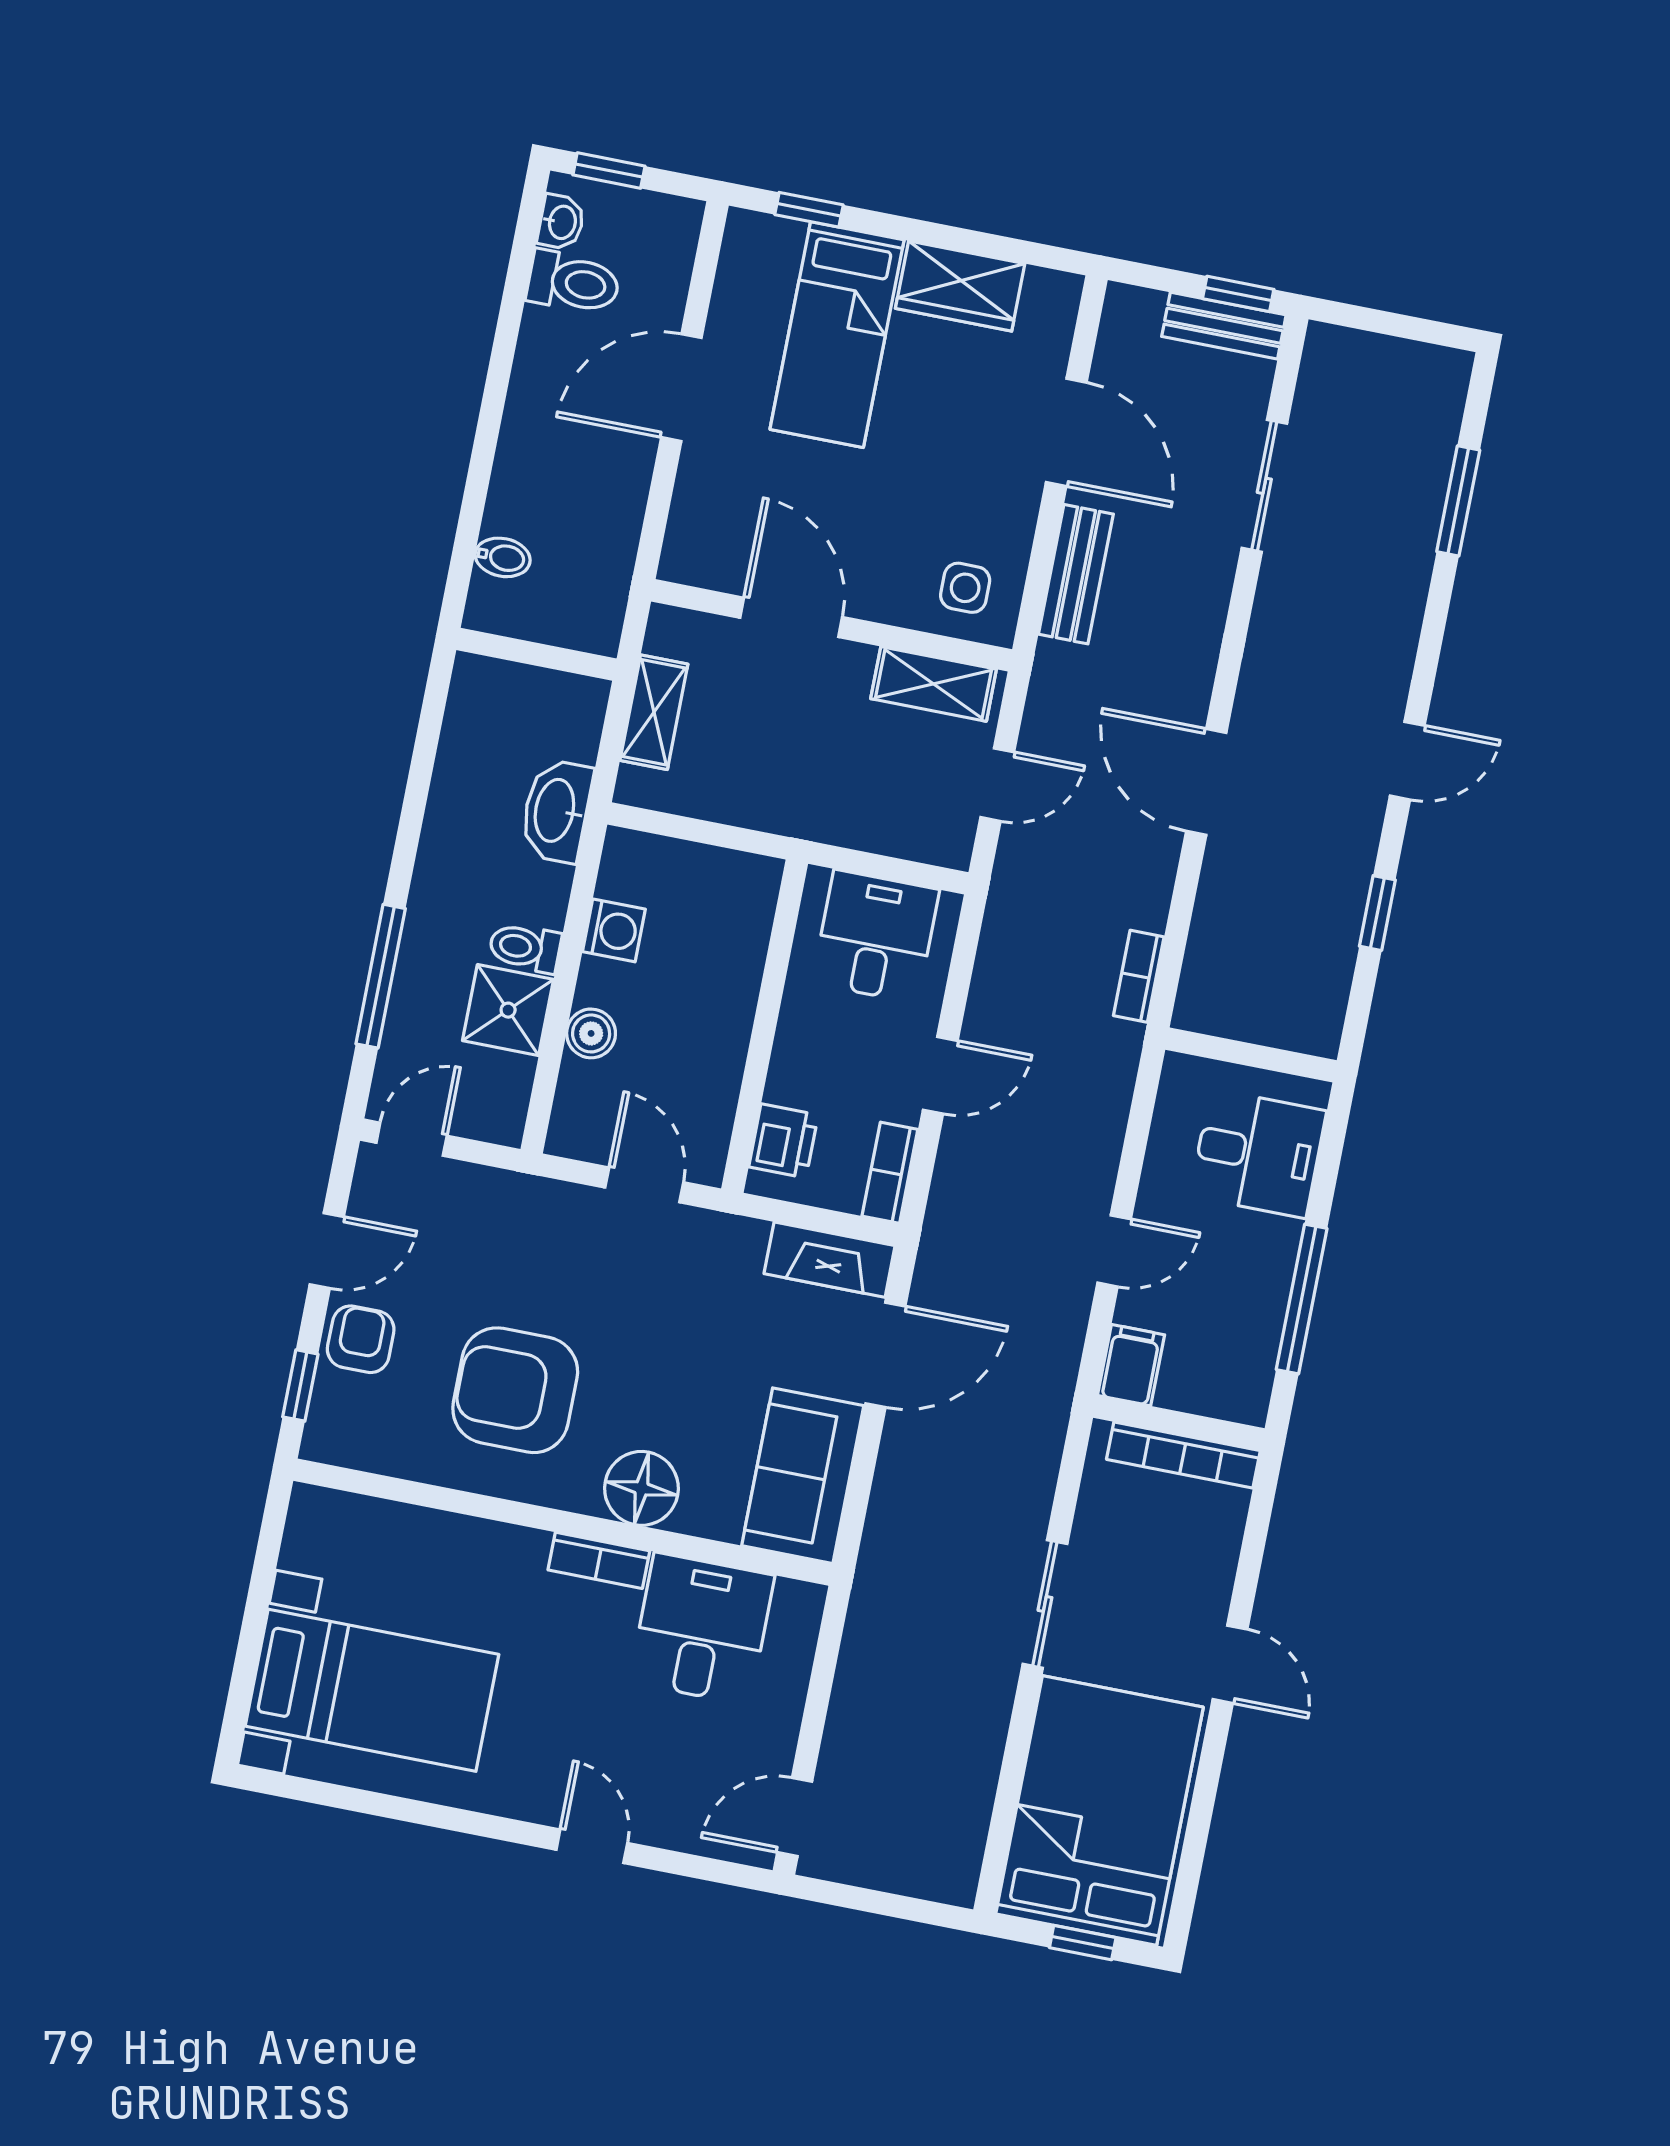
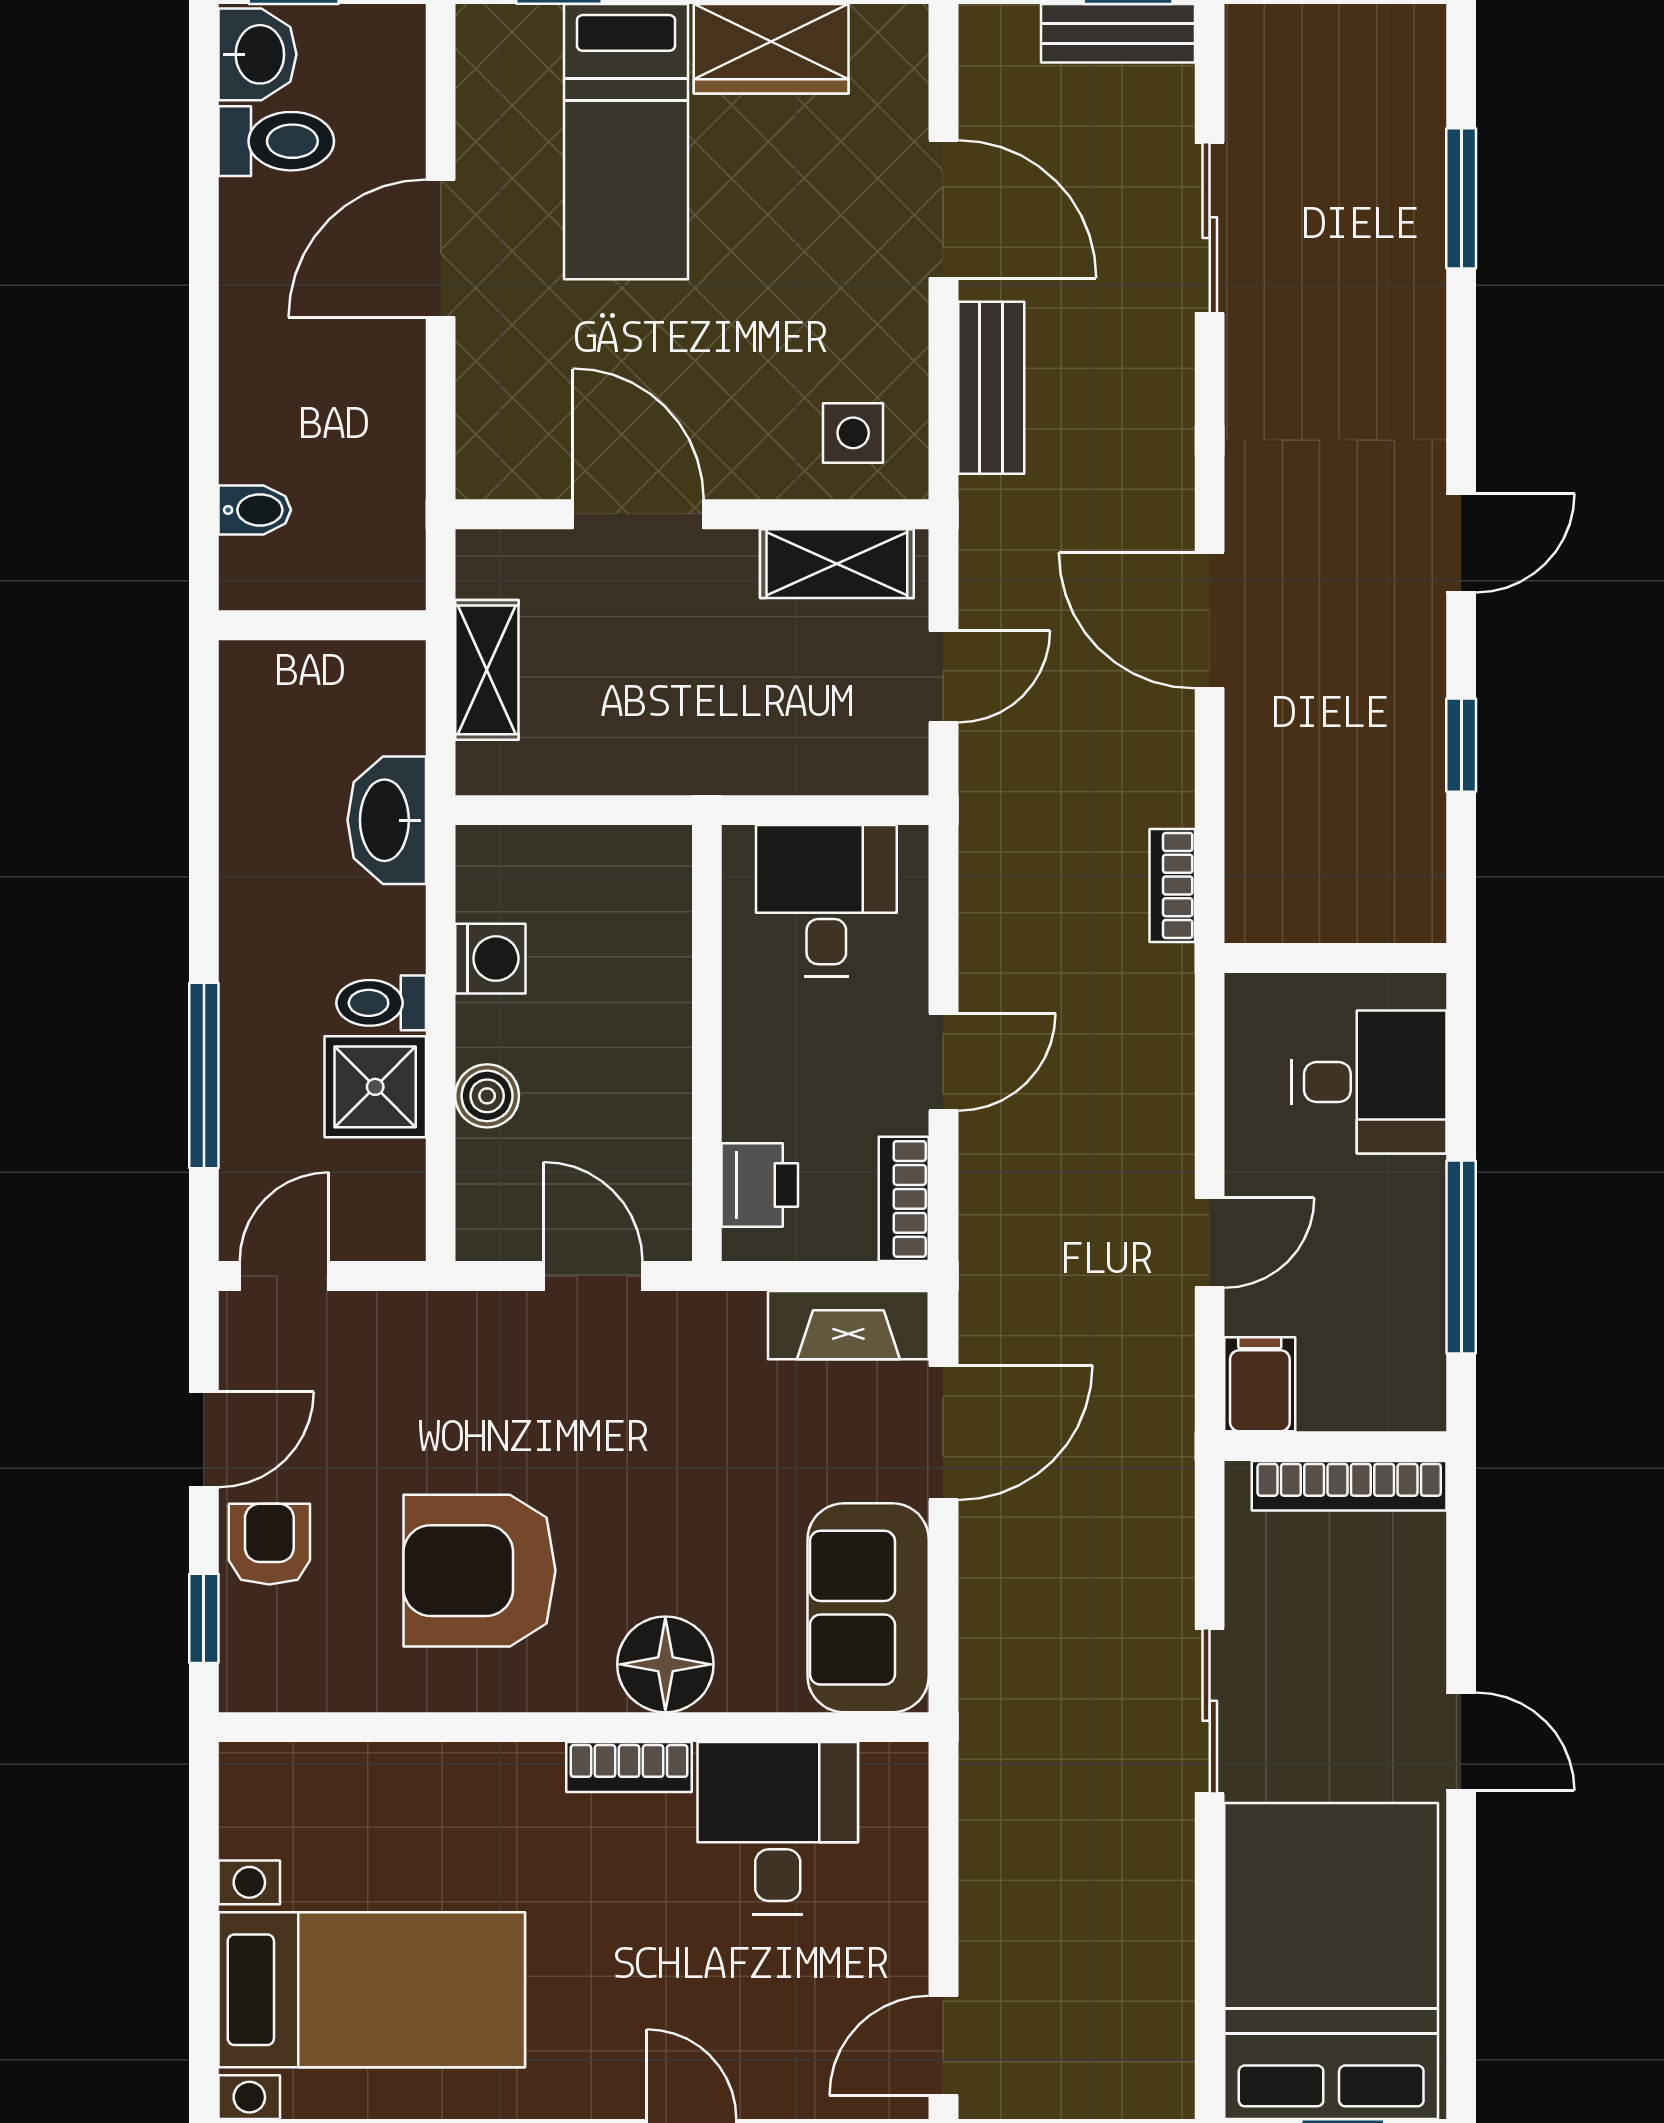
washbasin: (561, 222) -> (258, 54), width x1.38, depth x1.45

